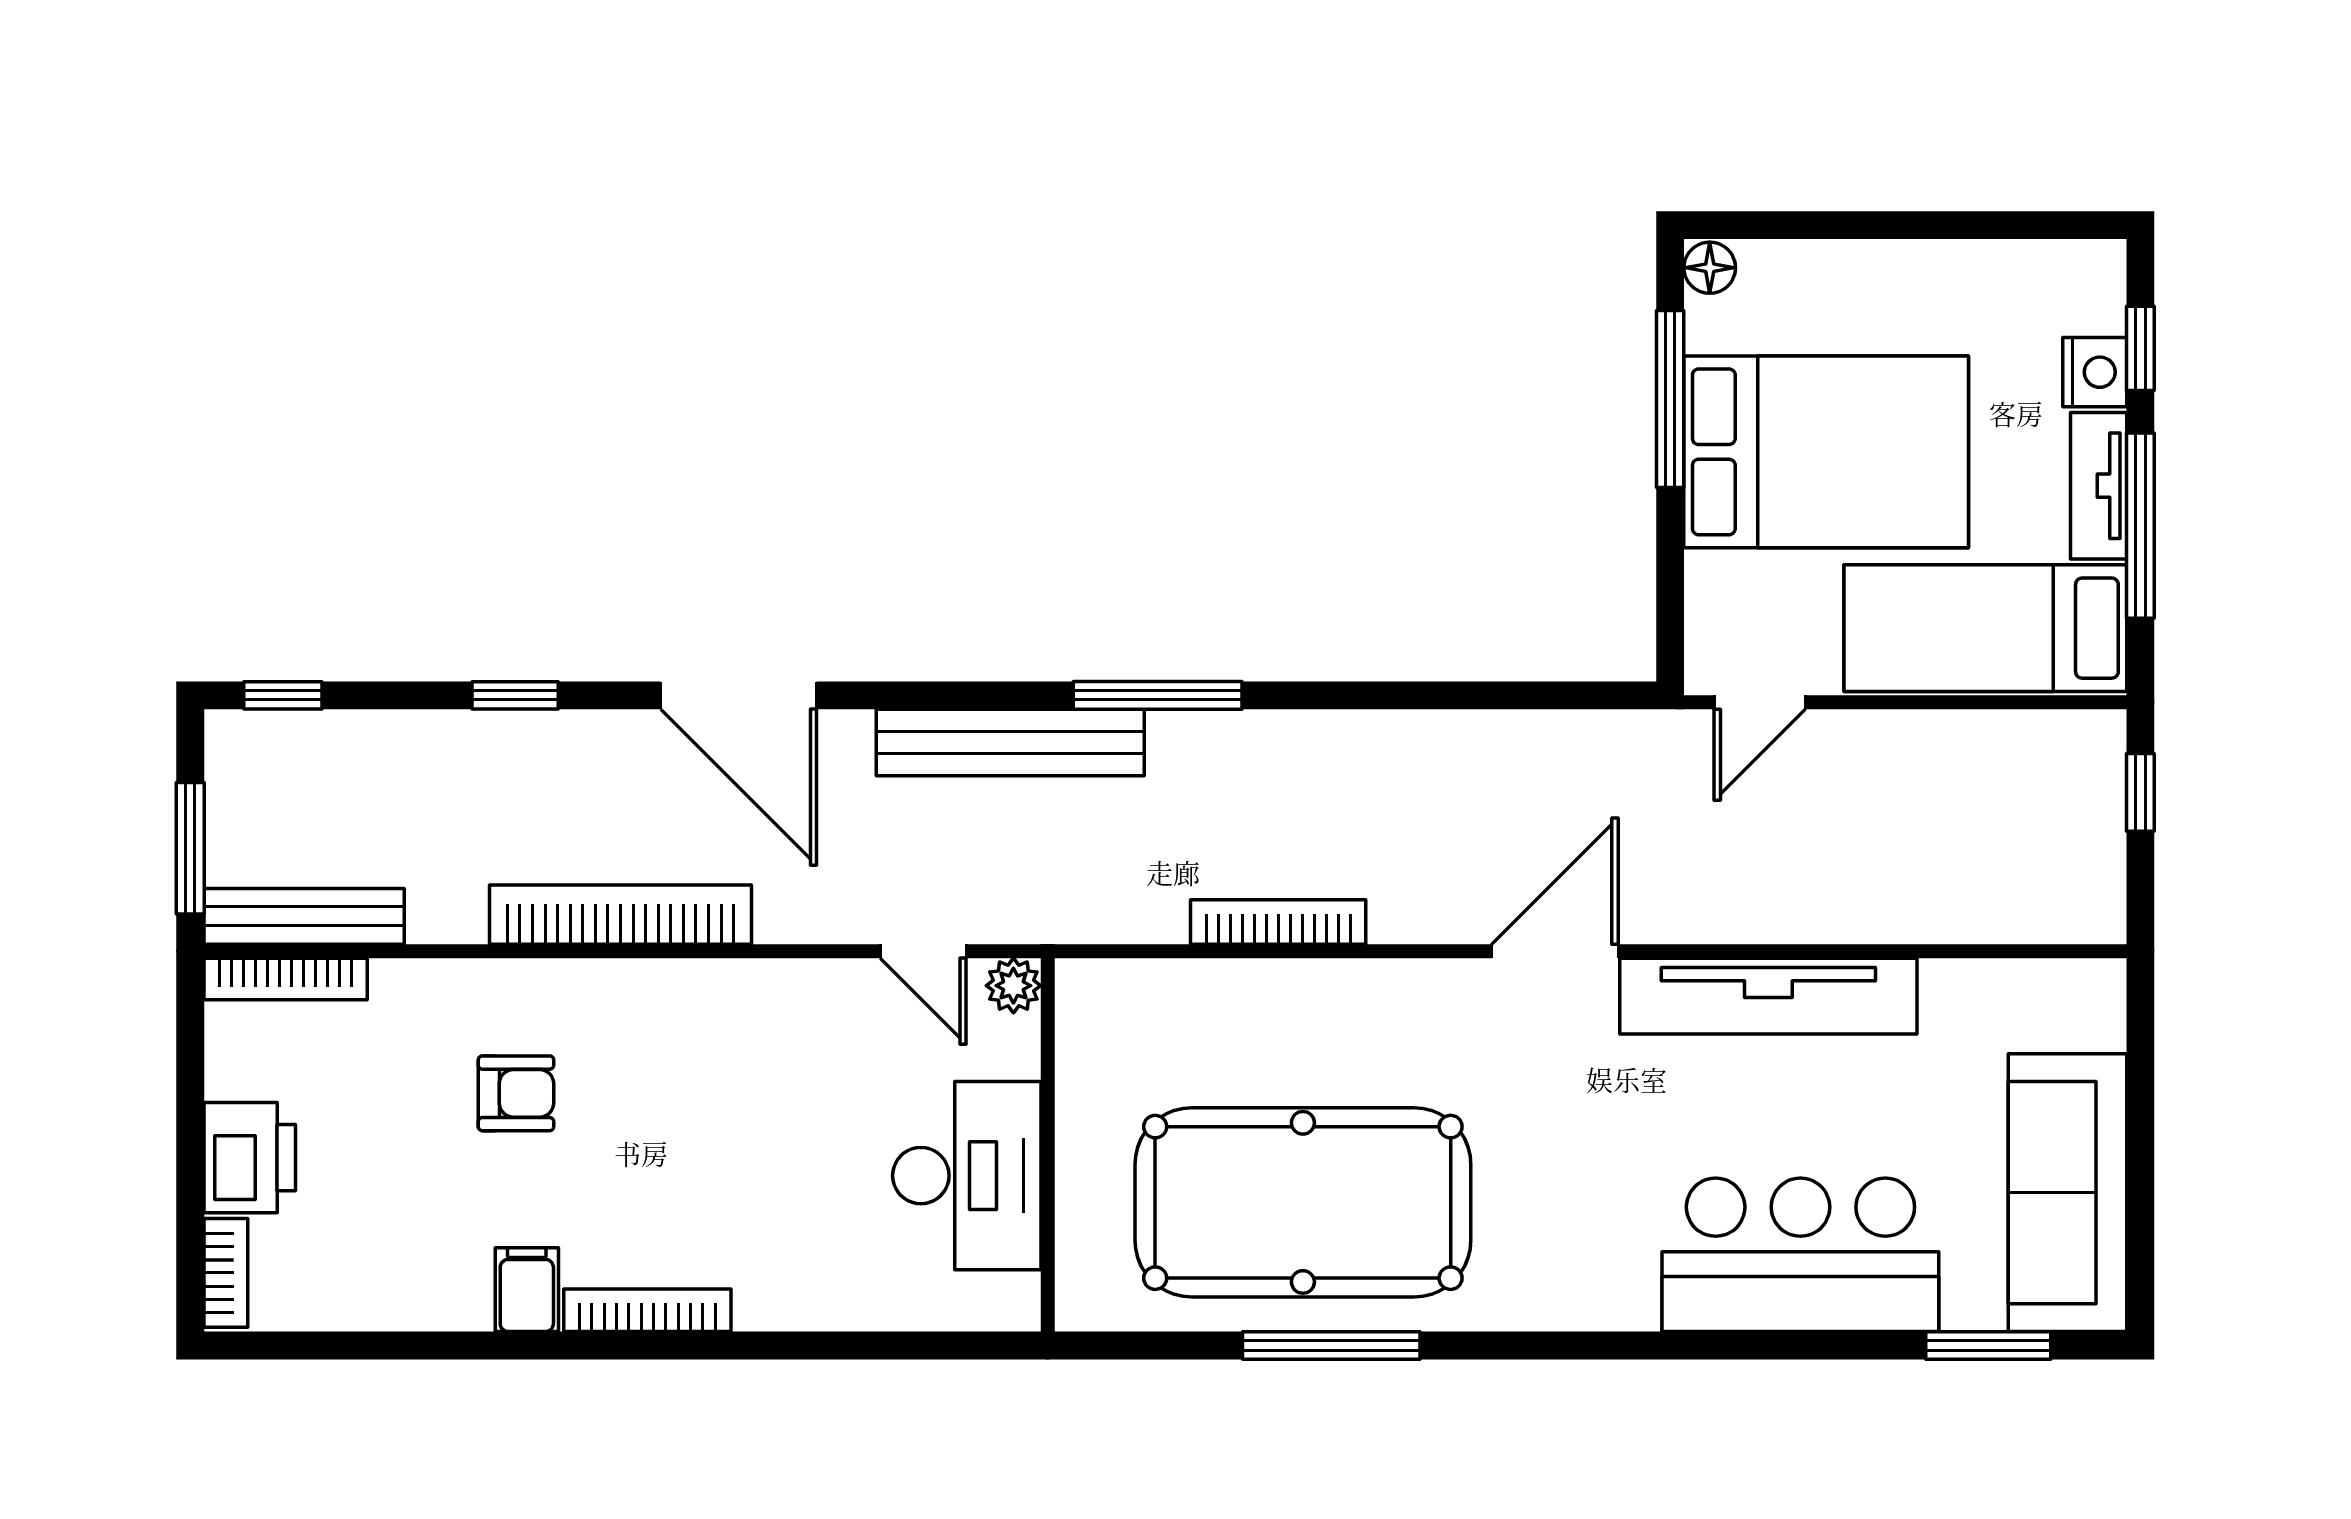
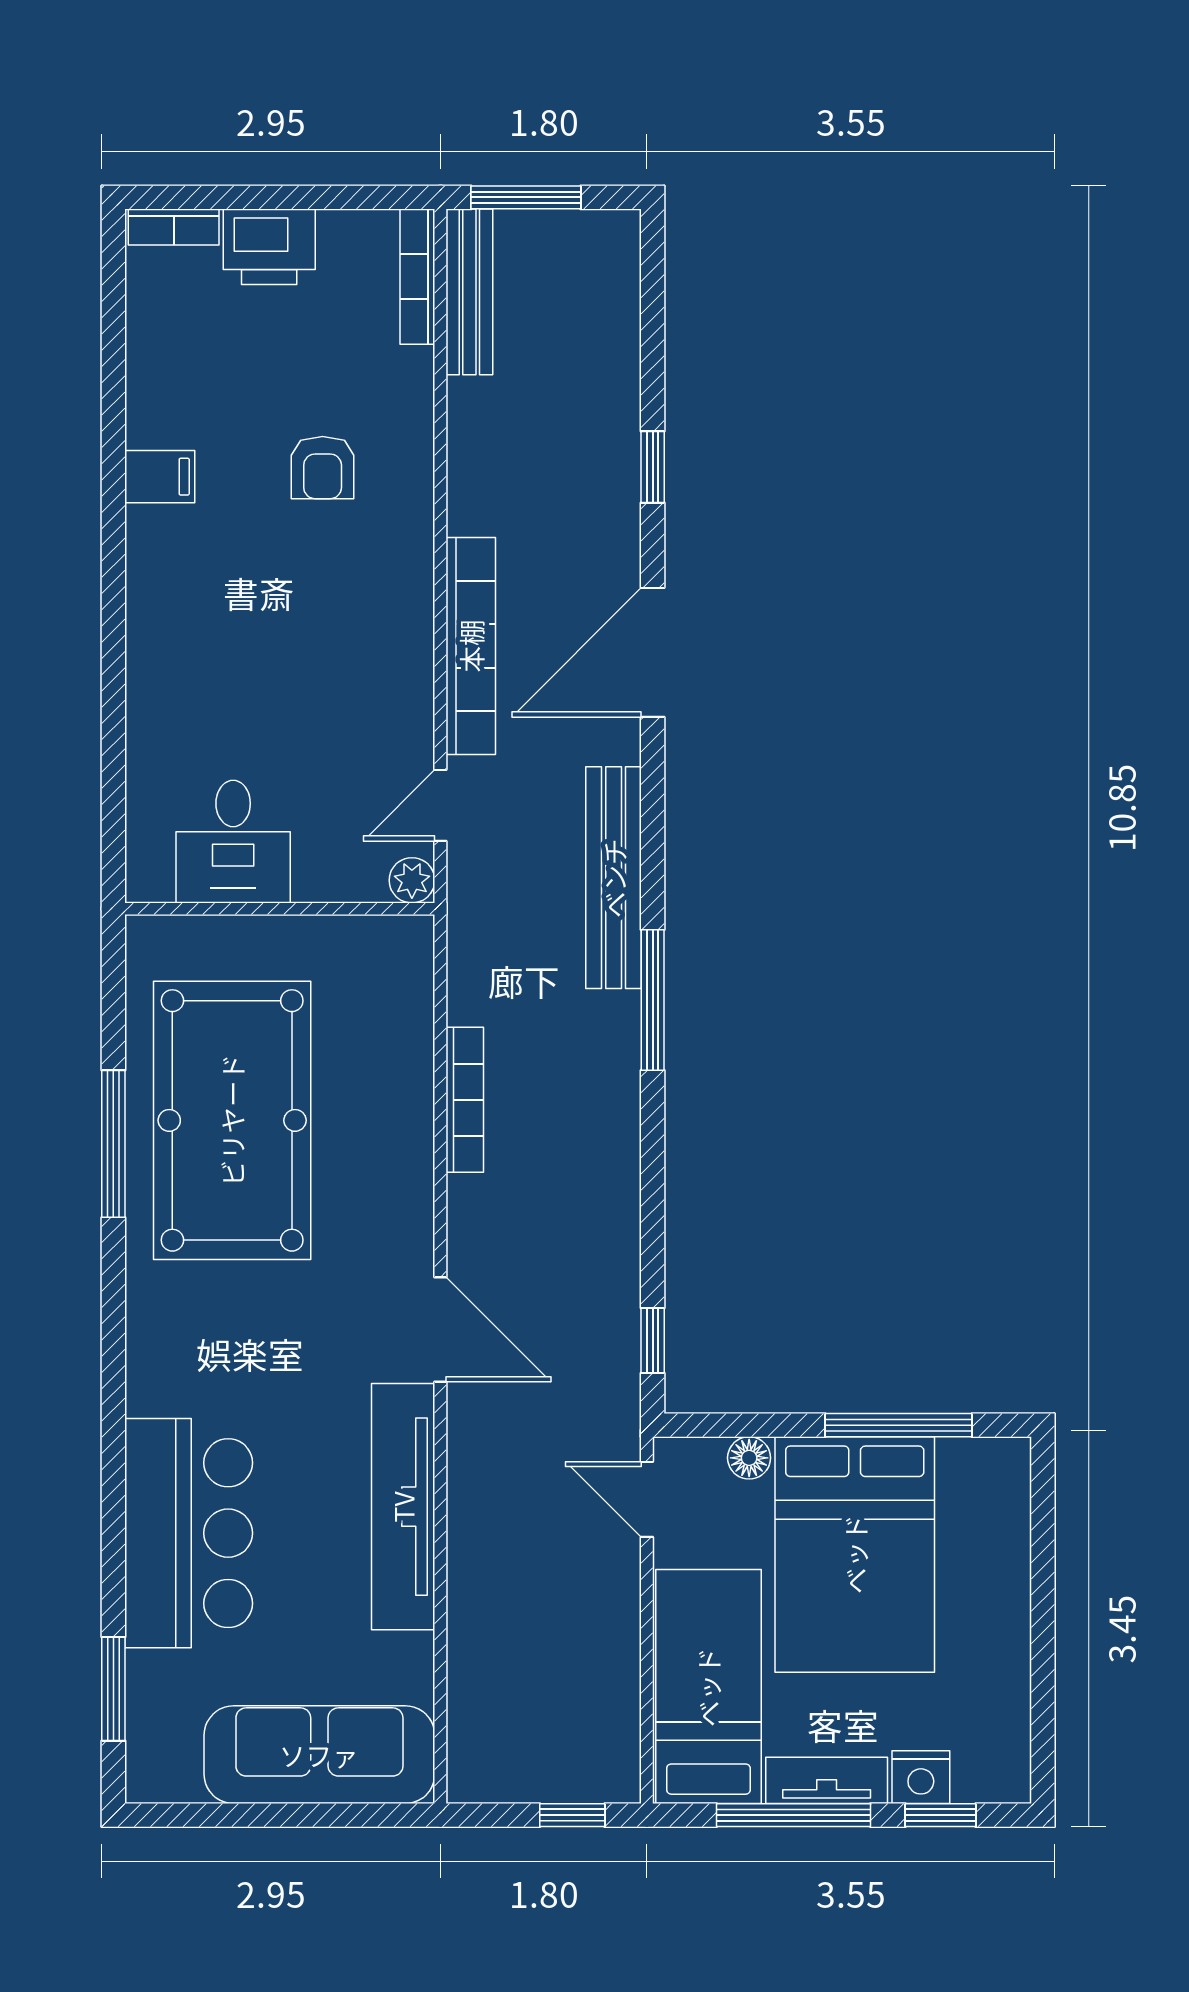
floor lamp: (1710, 268) -> (749, 1458), moved
window: (283, 695) -> (653, 1341), moved
bookcase: (620, 915) -> (471, 646), moved
desk: (967, 1176) -> (233, 842), width x0.73
sofa: (2068, 1193) -> (319, 1755), moved
bookcase: (647, 1310) -> (143, 577), removed

